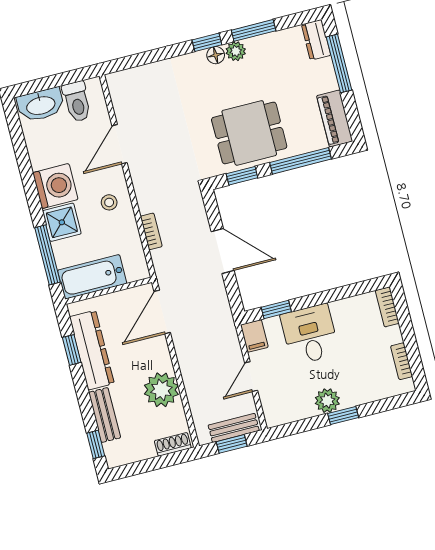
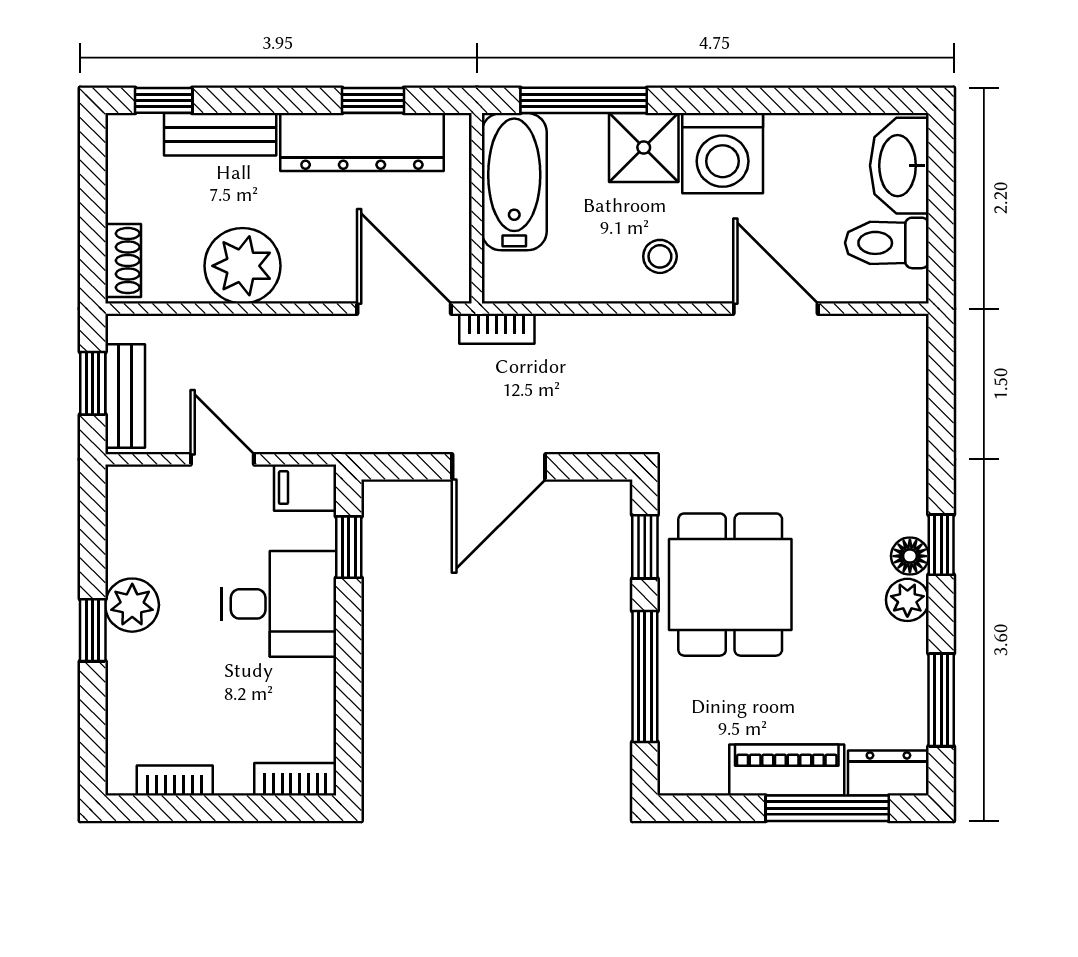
window: (254, 30) -> (941, 700), moved
piano: (335, 118) -> (787, 770), moved
bookcase: (151, 231) -> (497, 329), moved

